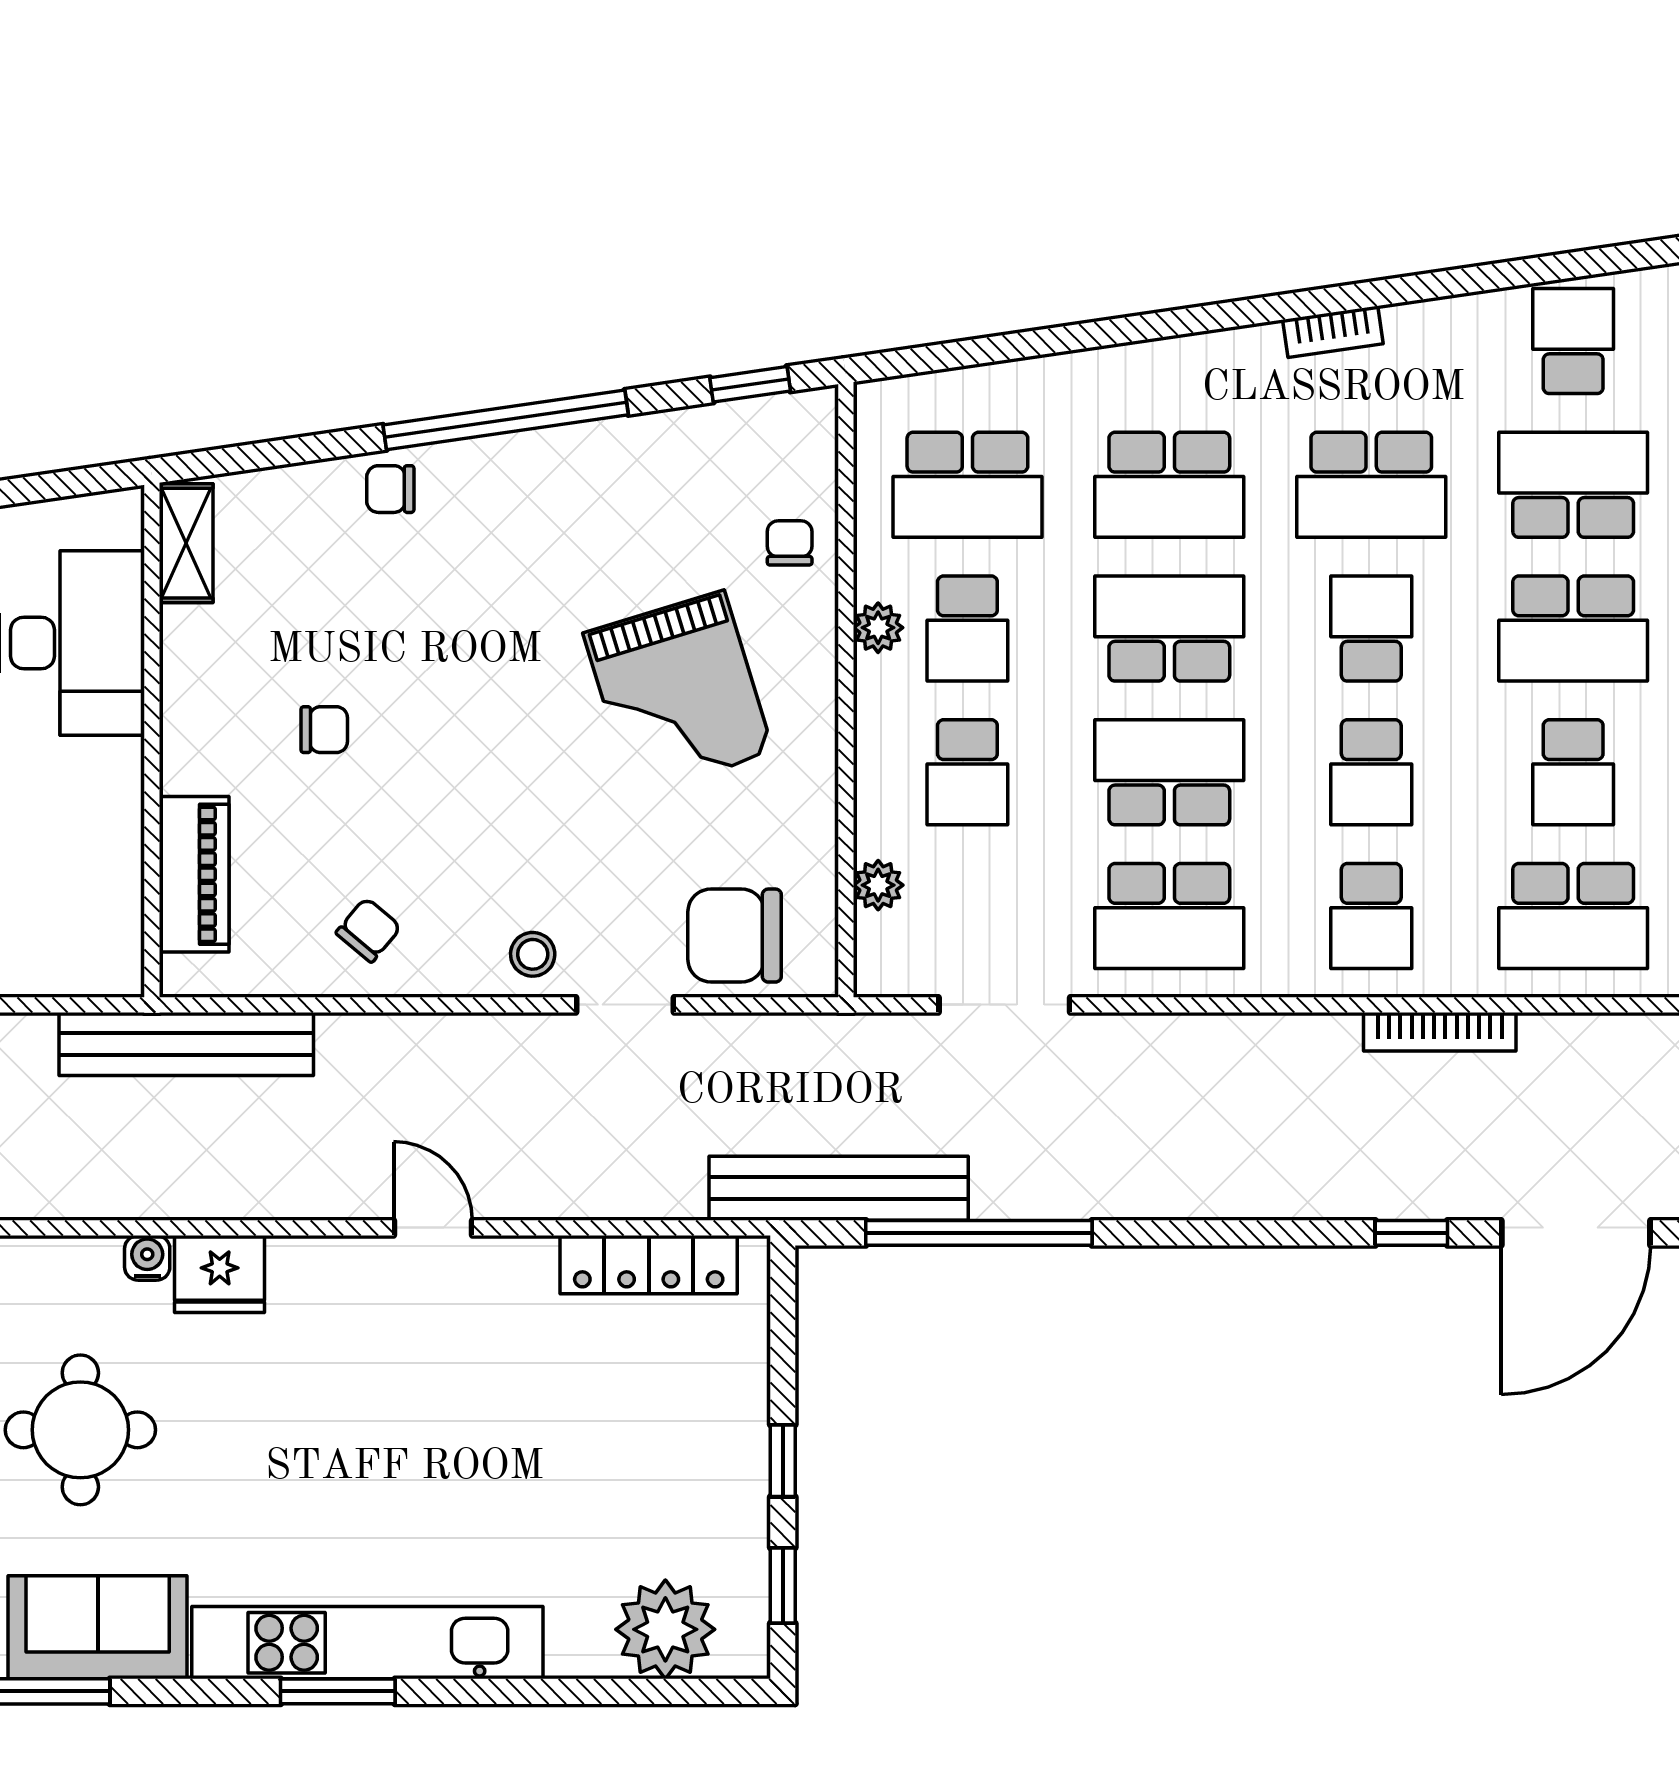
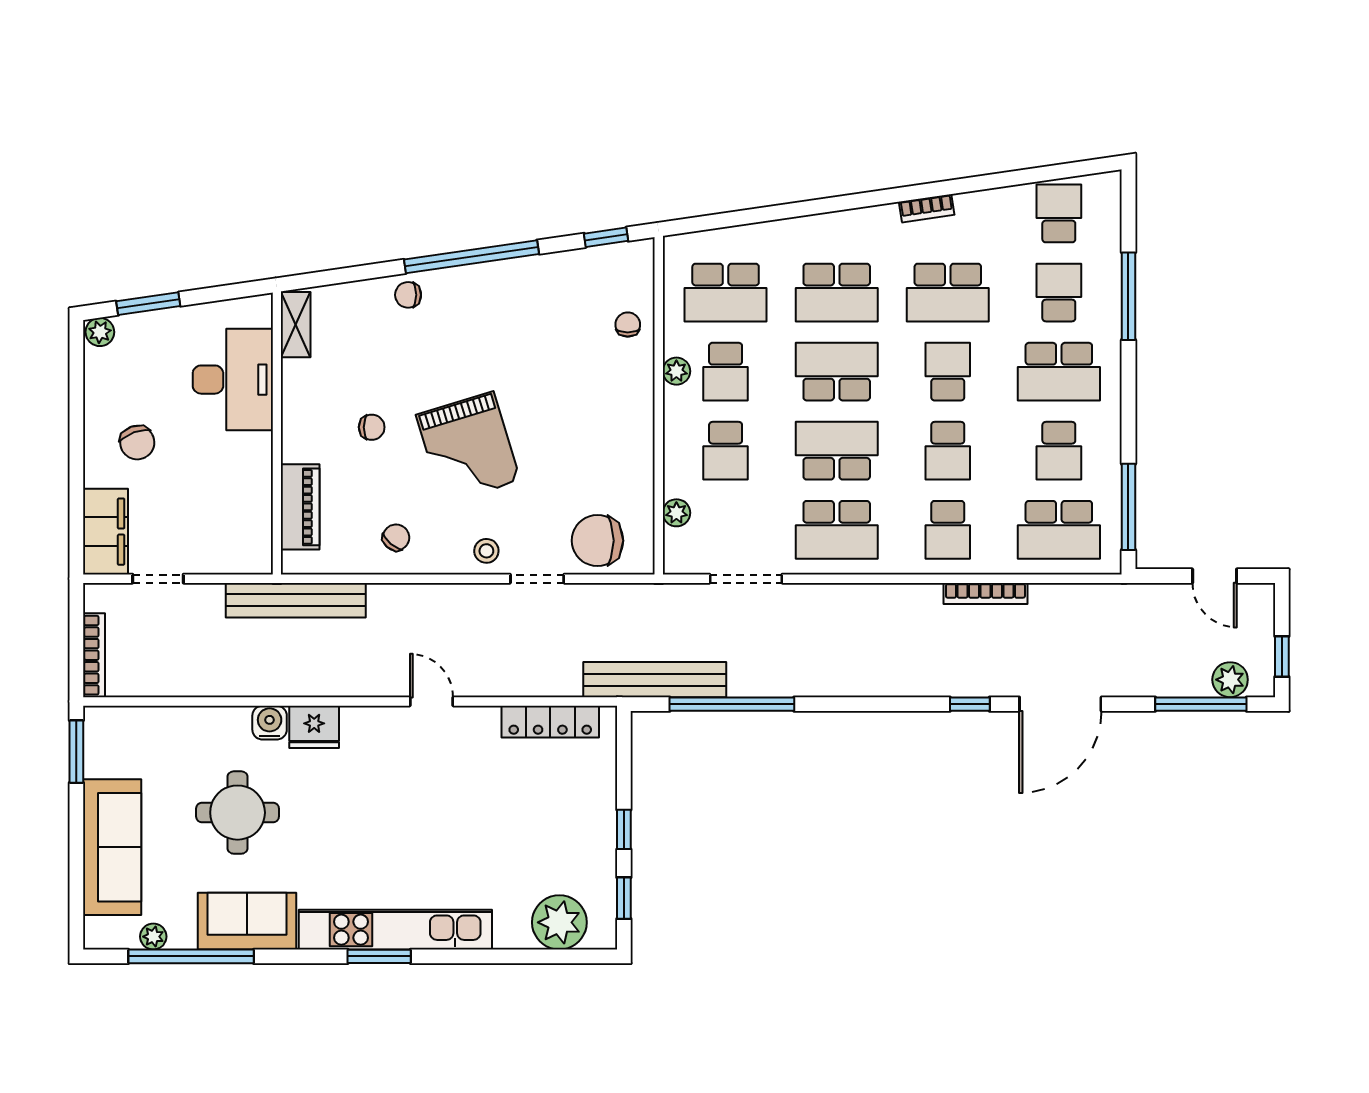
school desk: (1573, 485) -> (1059, 293), width x0.54
grand piano: (678, 693) -> (468, 448), moved
water cooler: (147, 1258) -> (270, 723), width x1.38, depth x1.38

